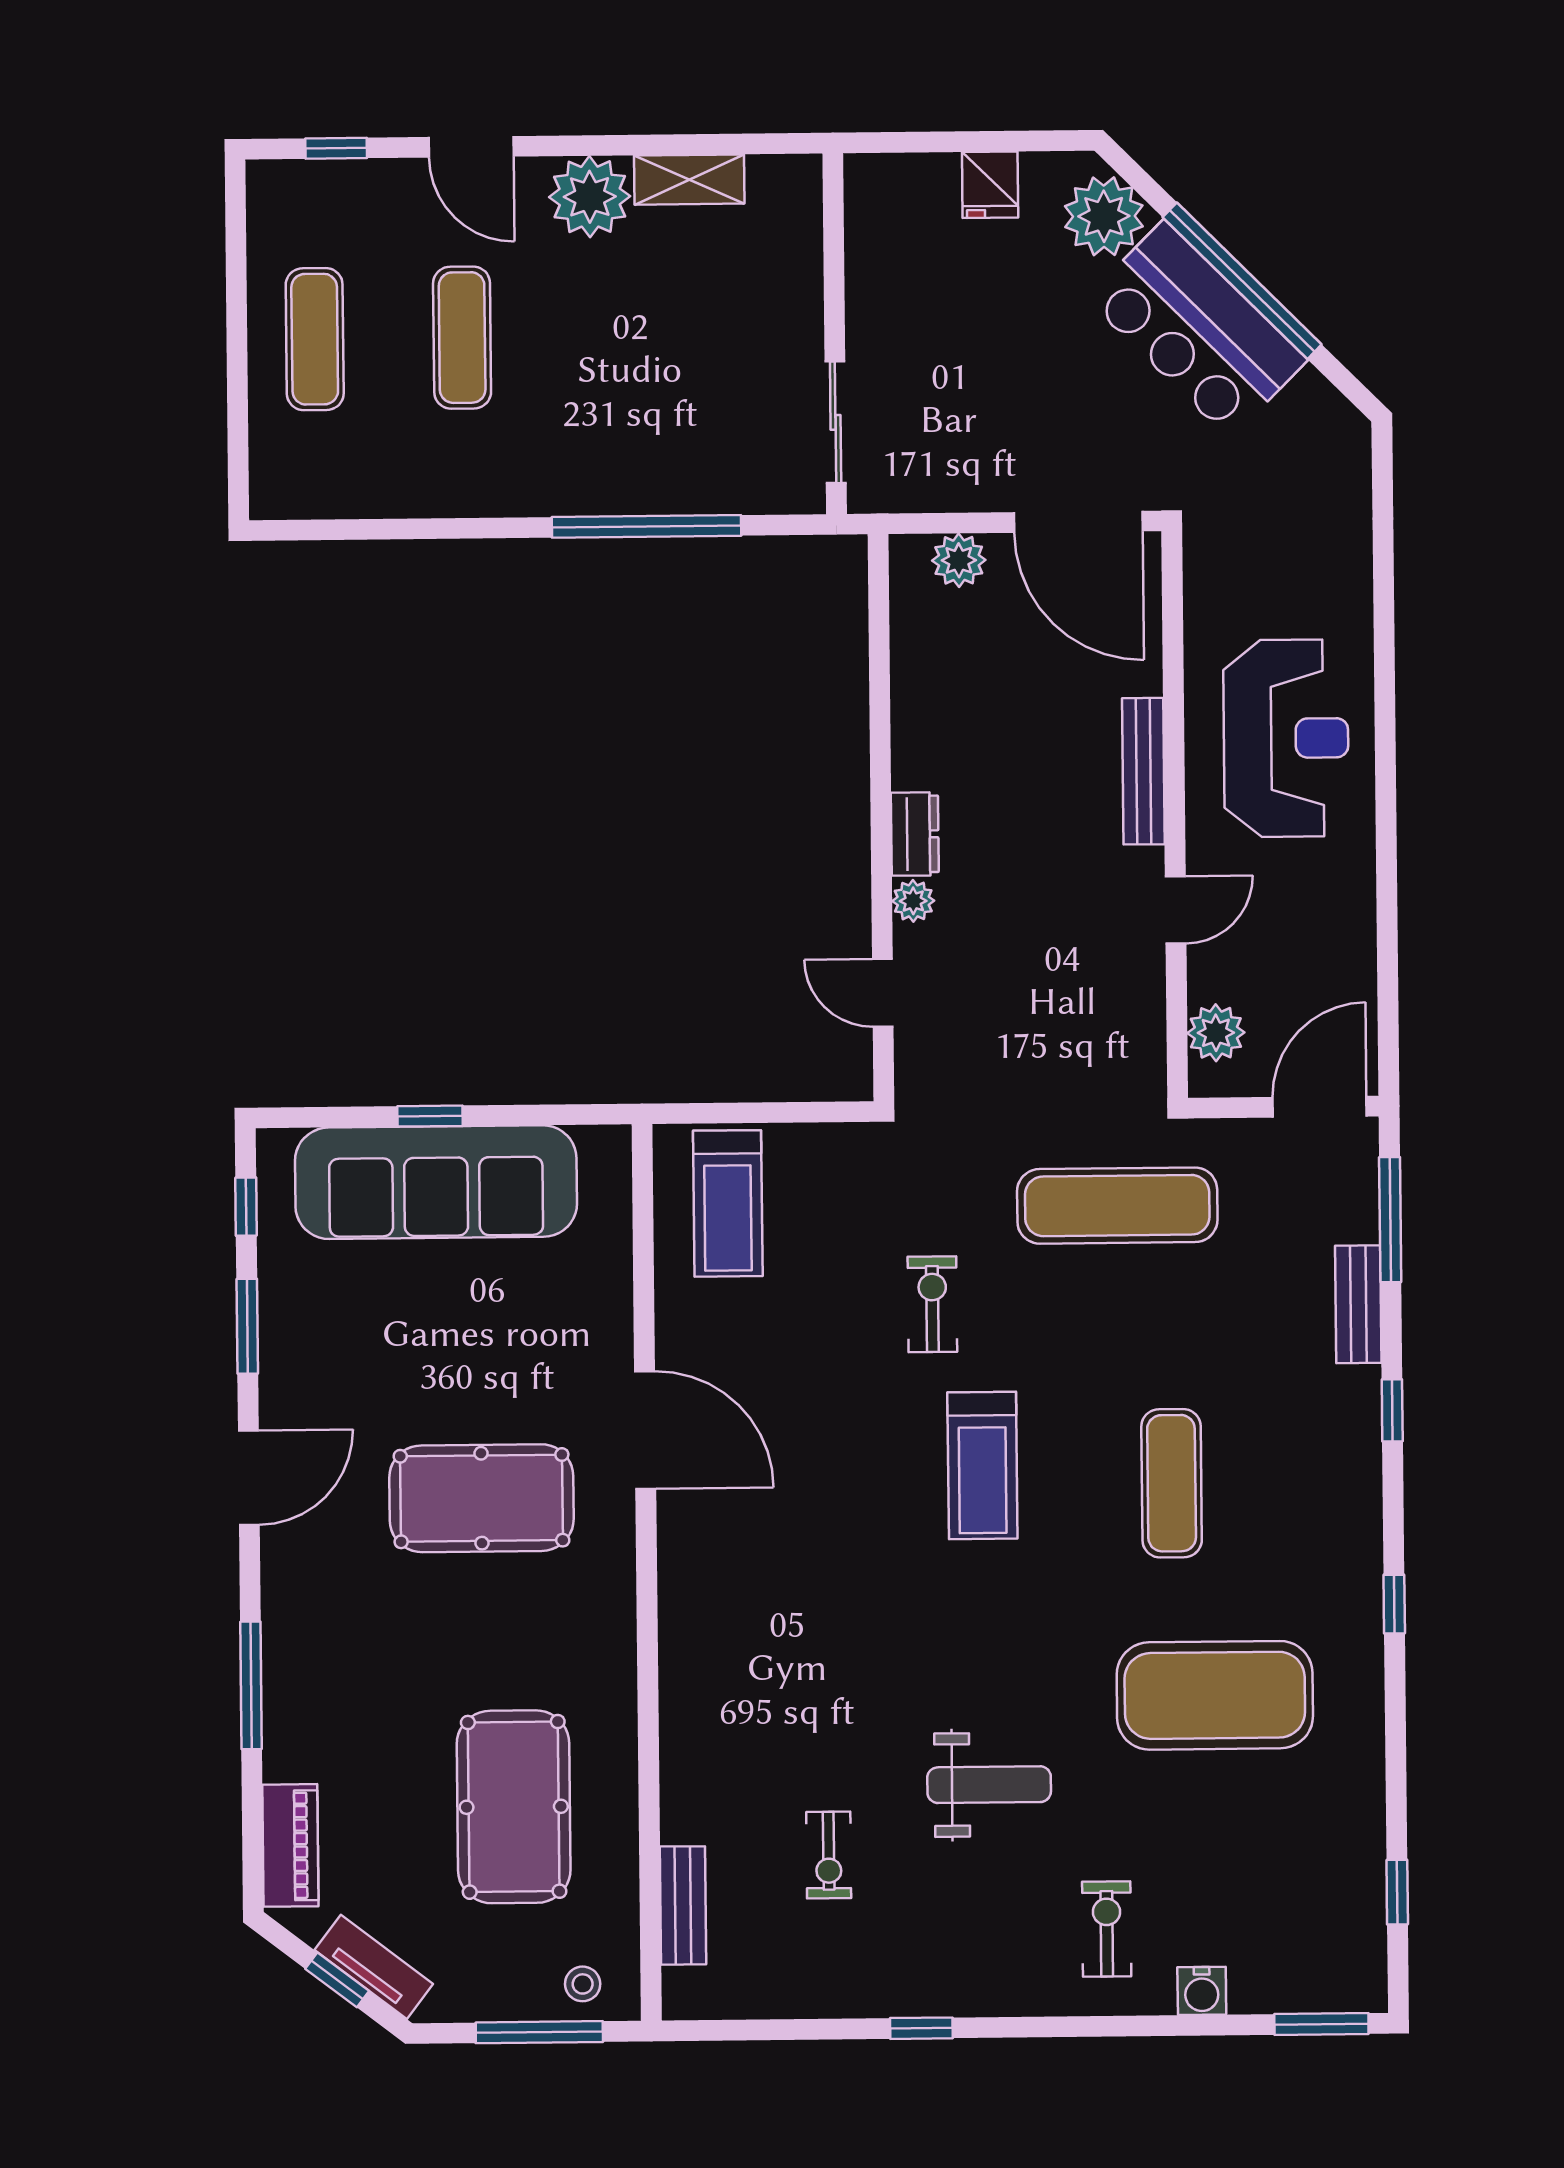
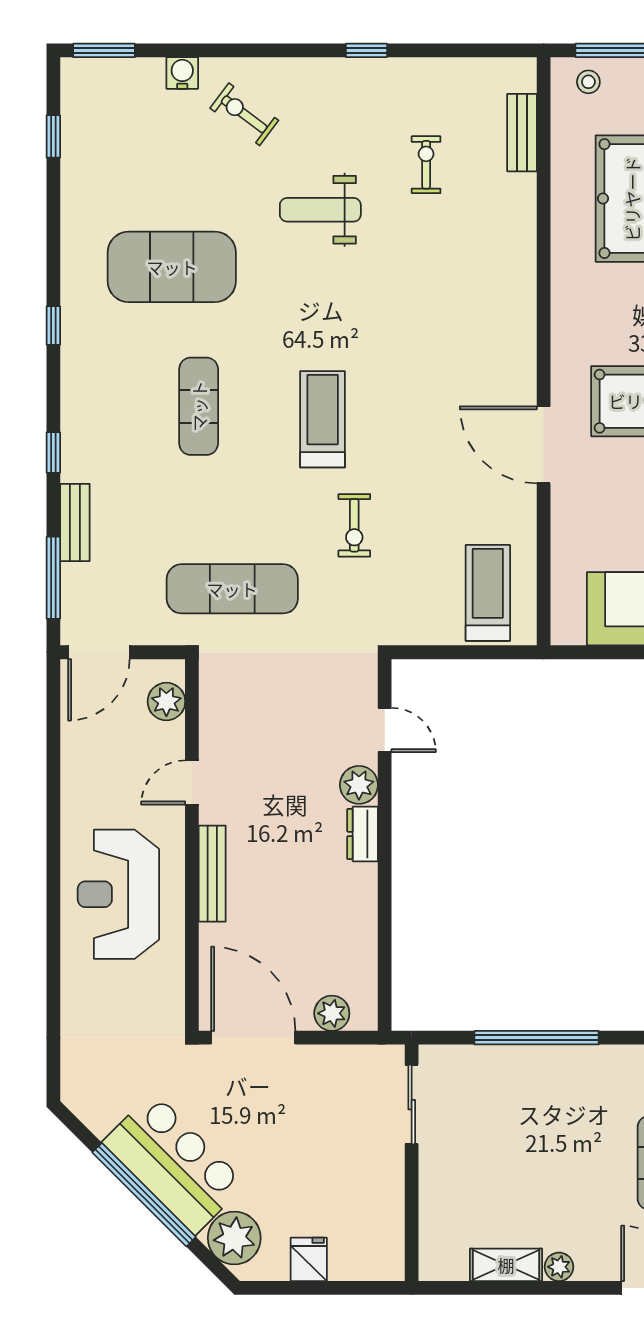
plant: (590, 197) -> (559, 1267), width x0.53, depth x0.53
plant: (913, 901) -> (359, 785), width x1.38, depth x1.38
exercise bike: (1107, 1929) -> (244, 114), turned 127

